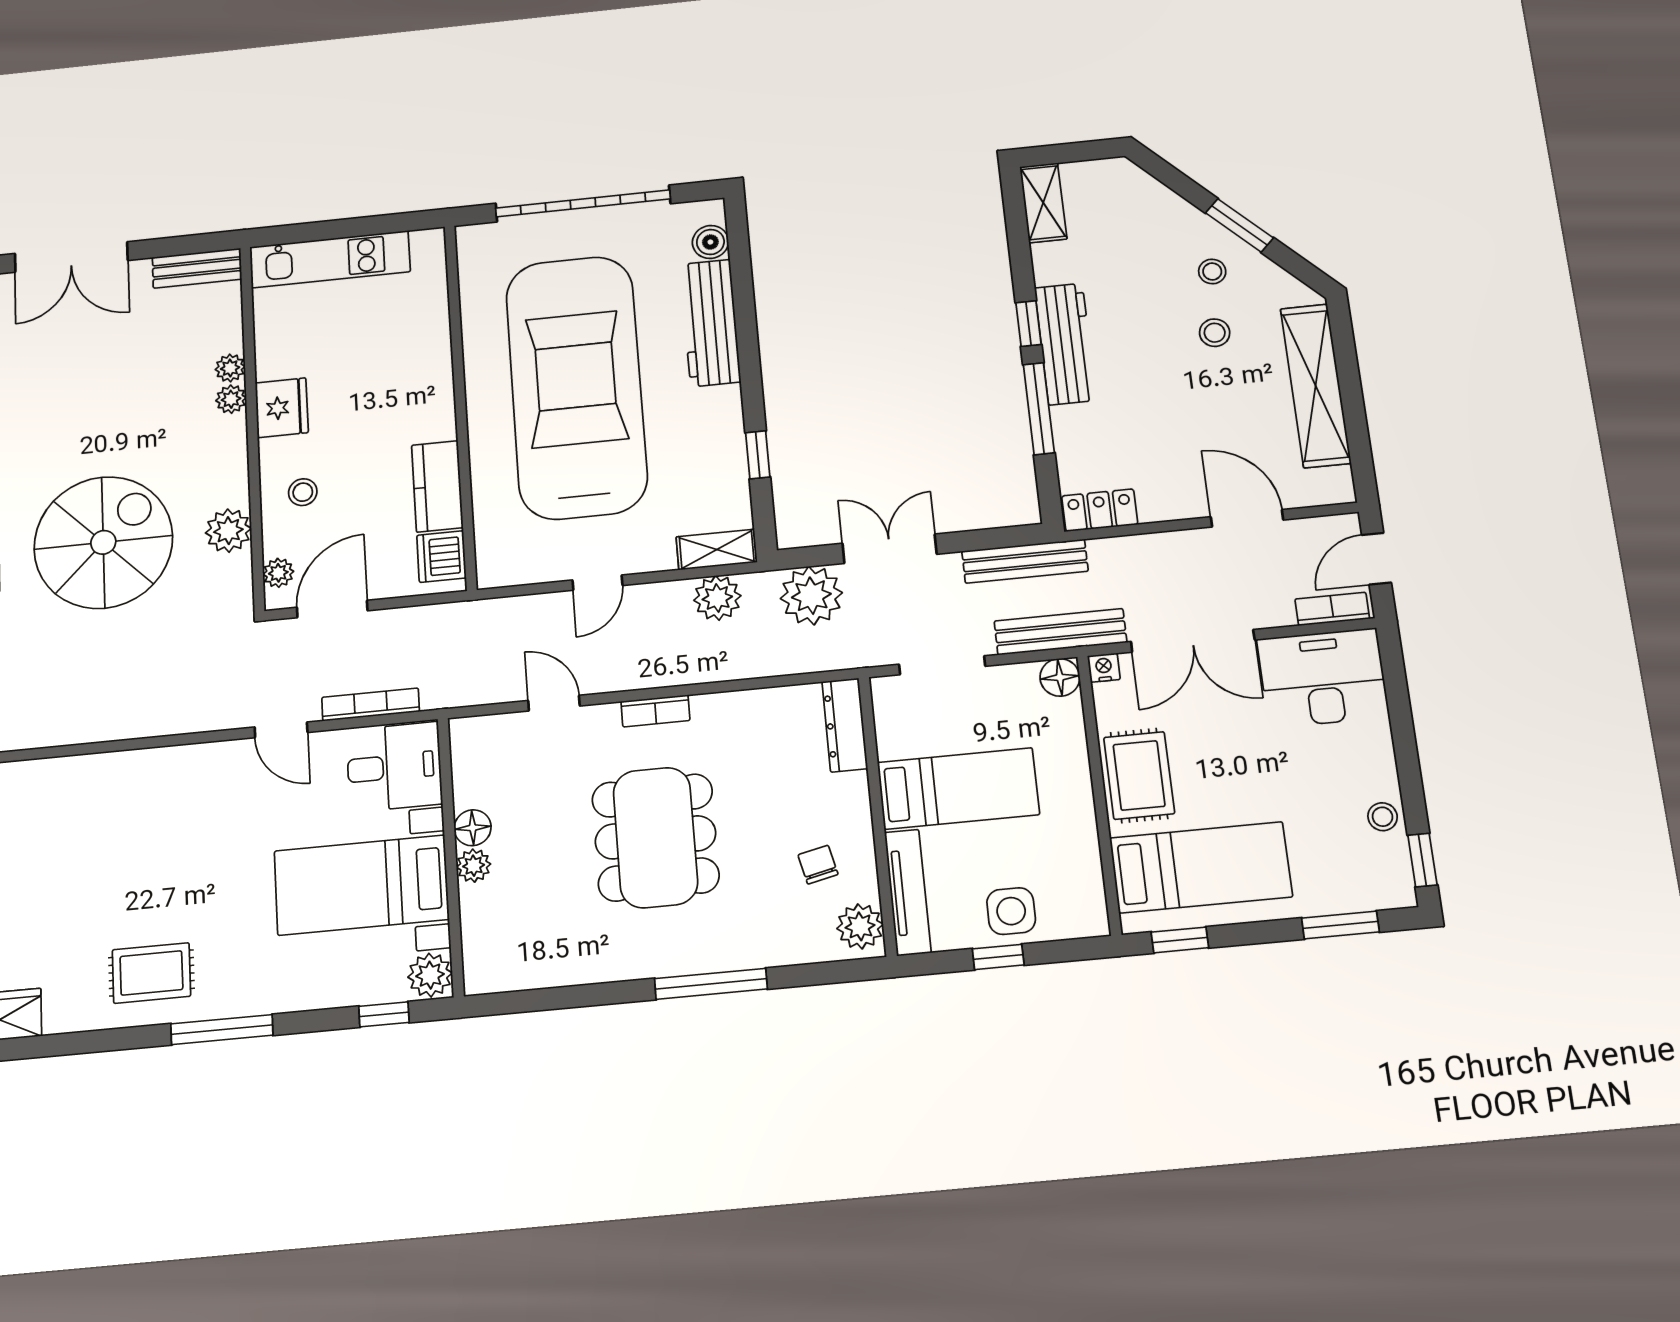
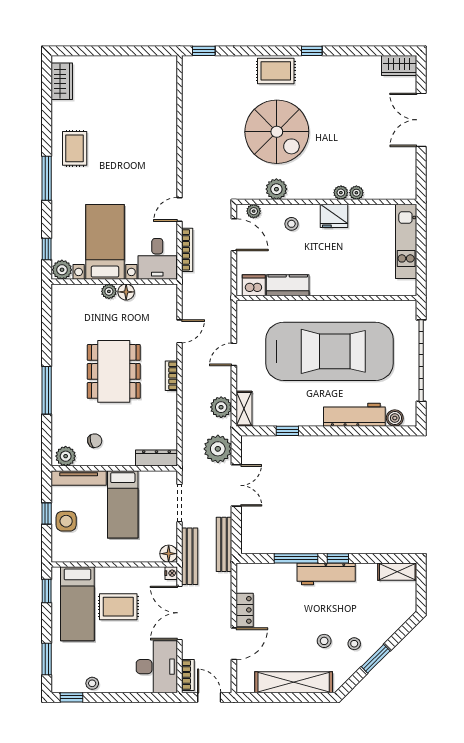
bench: (197, 268) -> (409, 179), removed
locker: (1100, 510) -> (245, 610), moved
door: (597, 583) -> (234, 354), hinge flipped
rug: (1139, 775) -> (118, 607), moved
dining table: (655, 837) -> (114, 371), turned 90

